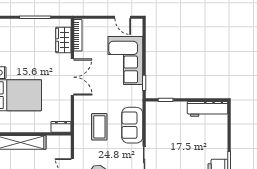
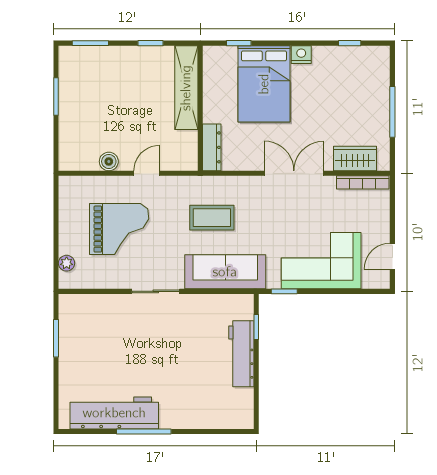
double door: (72, 77) -> (294, 173), swing flipped
workbench: (208, 109) -> (241, 354), moved
sofa: (132, 125) -> (225, 272), width x1.36
dresser: (61, 127) -> (212, 147), width x1.44

